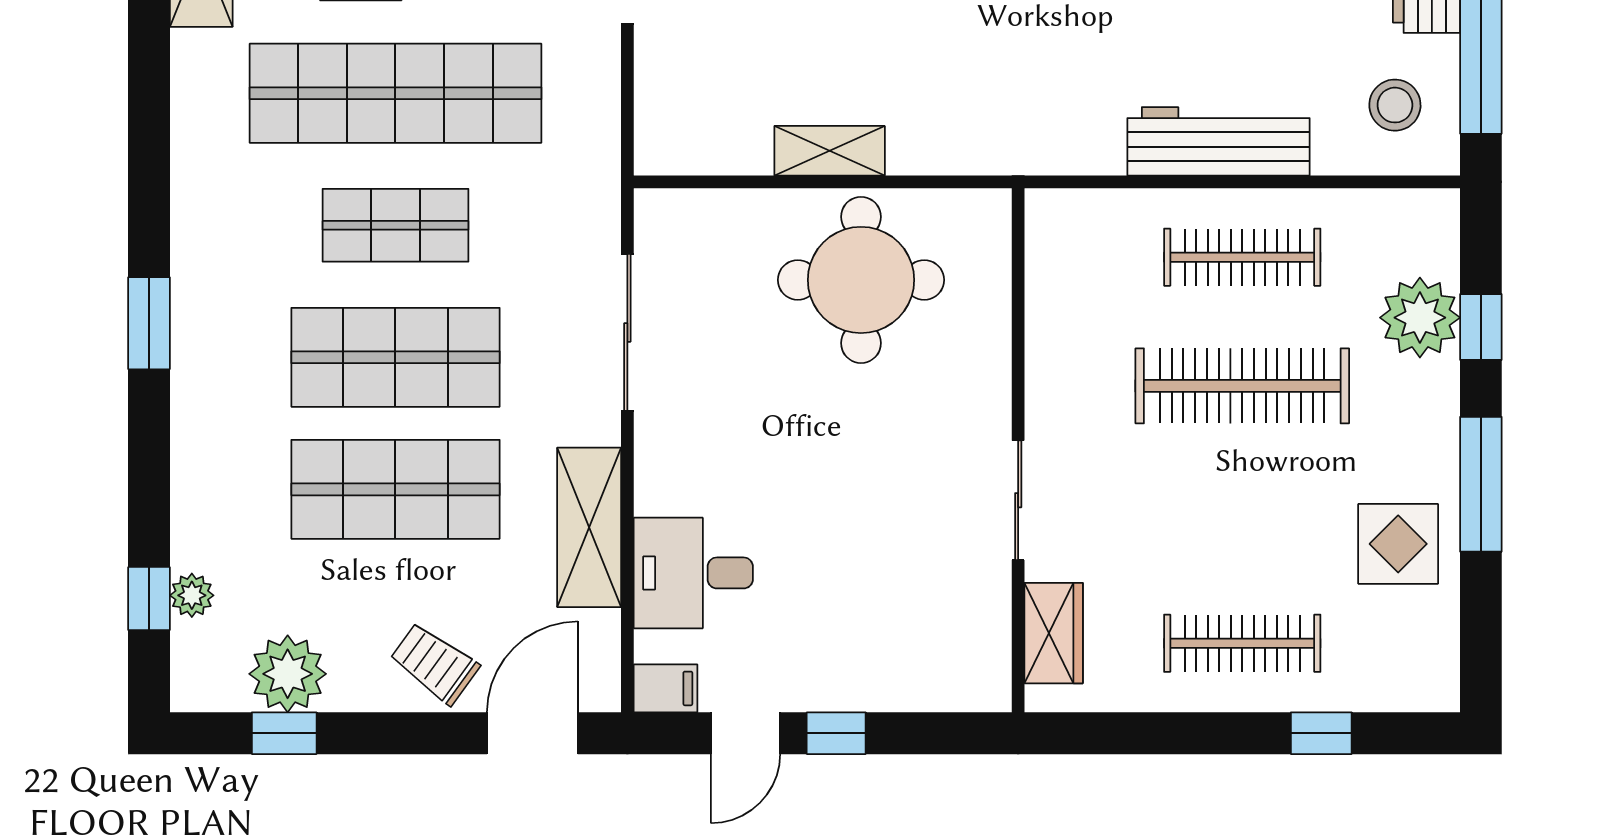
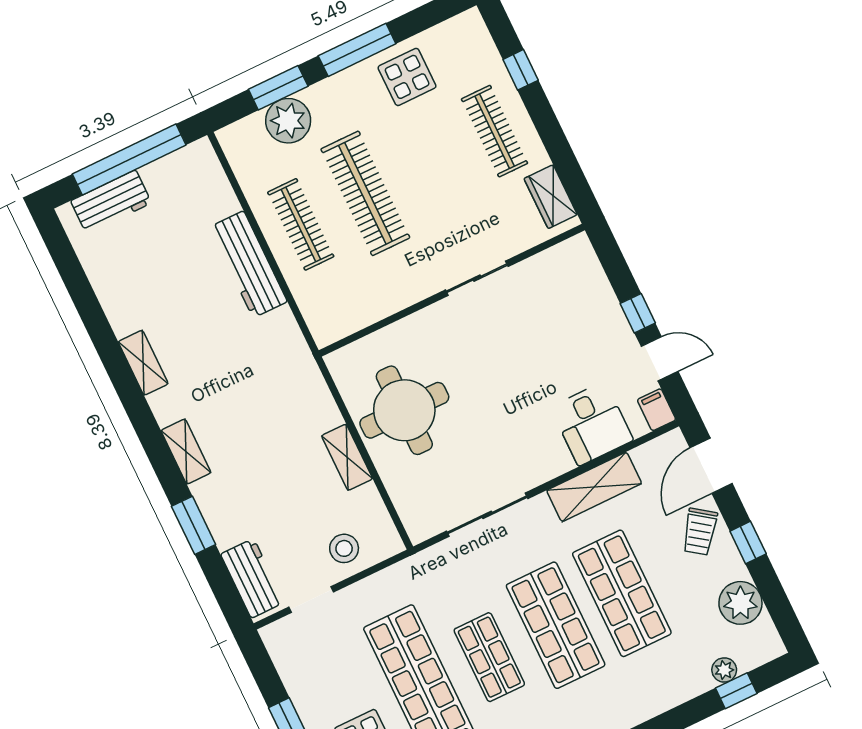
stool: (1395, 105) -> (344, 548), moved
window: (1481, 327) -> (278, 88), width x1.50
wardrobe: (1054, 633) -> (551, 197), moved, turned -90
window: (284, 733) -> (748, 542), moved
door: (532, 733) -> (711, 466), hinge flipped

